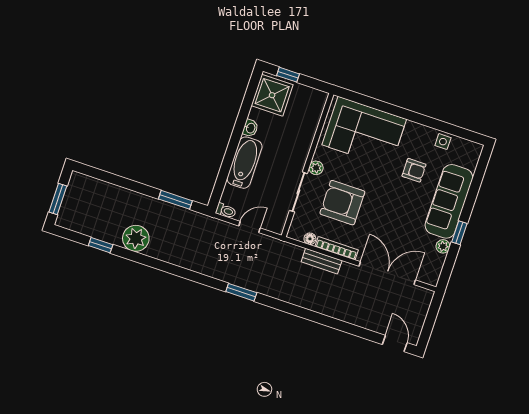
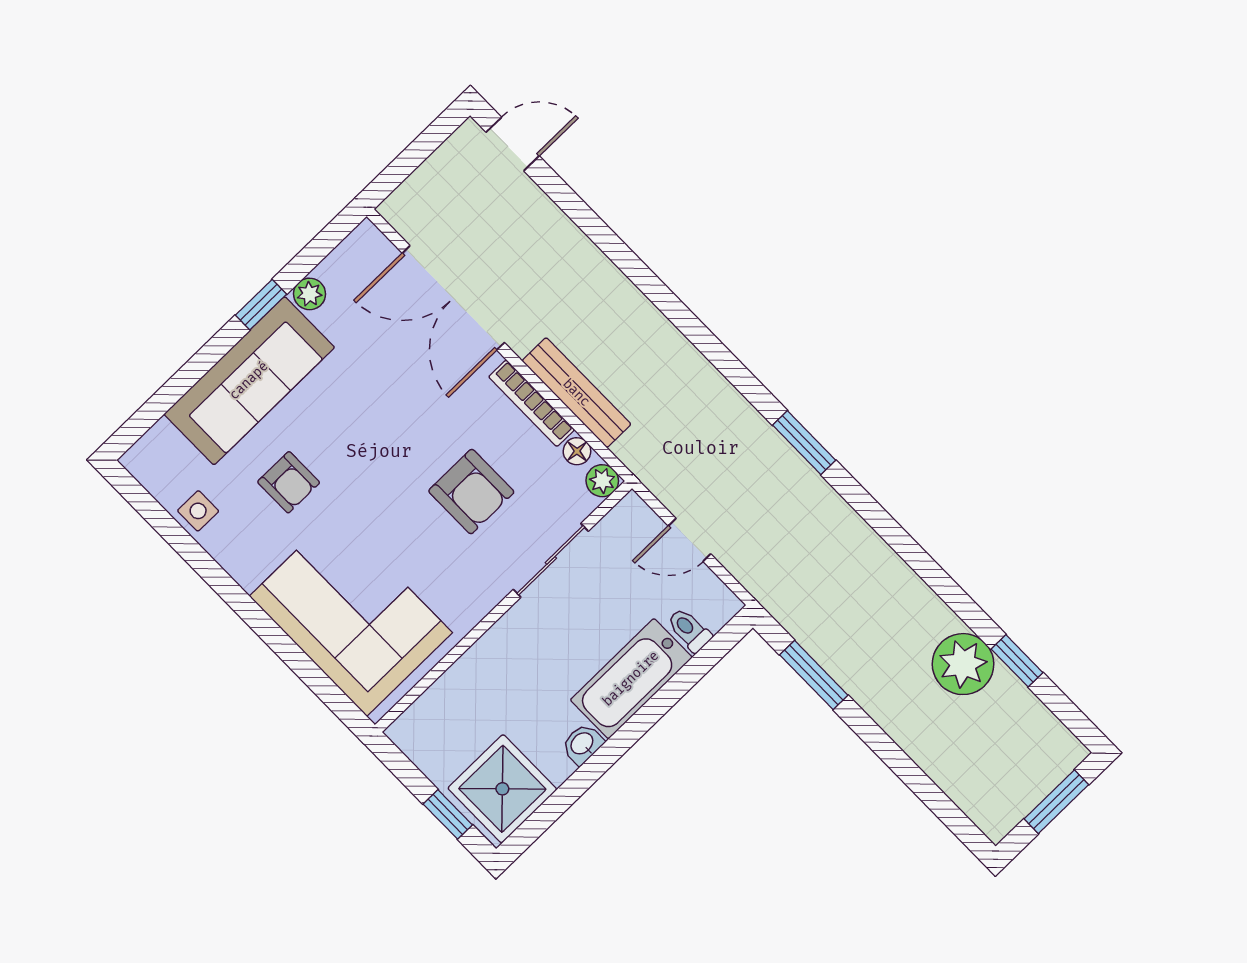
plant: (316, 168) -> (602, 481), moved
armchair: (414, 170) -> (289, 482), turned 180
armchair: (342, 203) -> (471, 492), width x0.73, depth x0.73
toilet: (226, 211) -> (689, 630), moved
plant: (136, 238) -> (963, 664), moved
bench: (322, 261) -> (576, 393), width x1.36
window: (241, 292) -> (804, 443), moved
door: (395, 344) -> (513, 144), swing flipped

